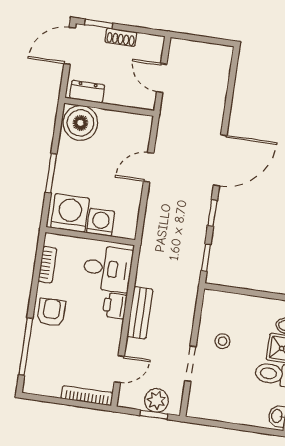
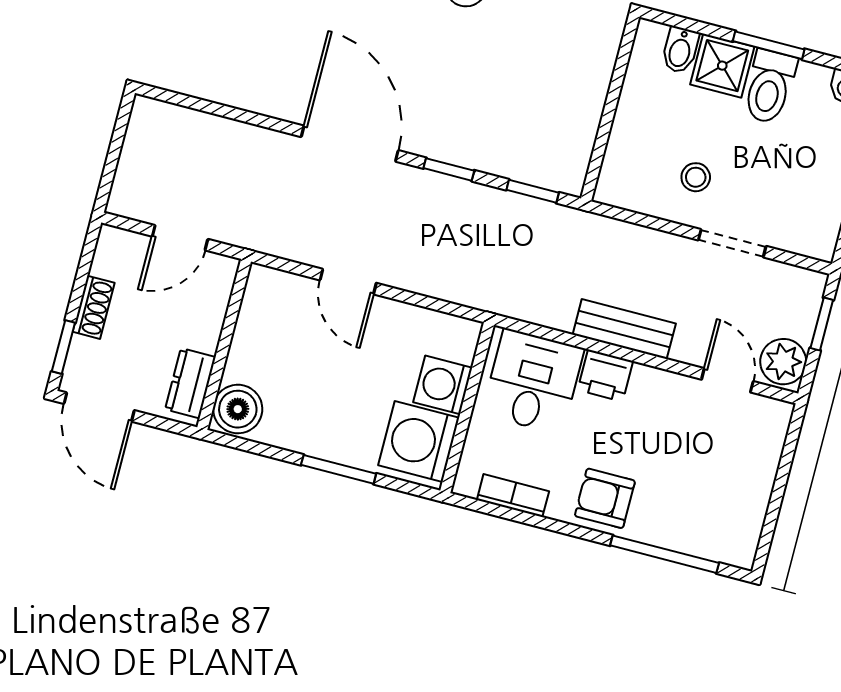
boiler: (80, 123) -> (238, 409), width x0.73, depth x0.73
bookcase: (87, 396) -> (771, 448), removed
plant: (156, 400) -> (783, 362), moved

